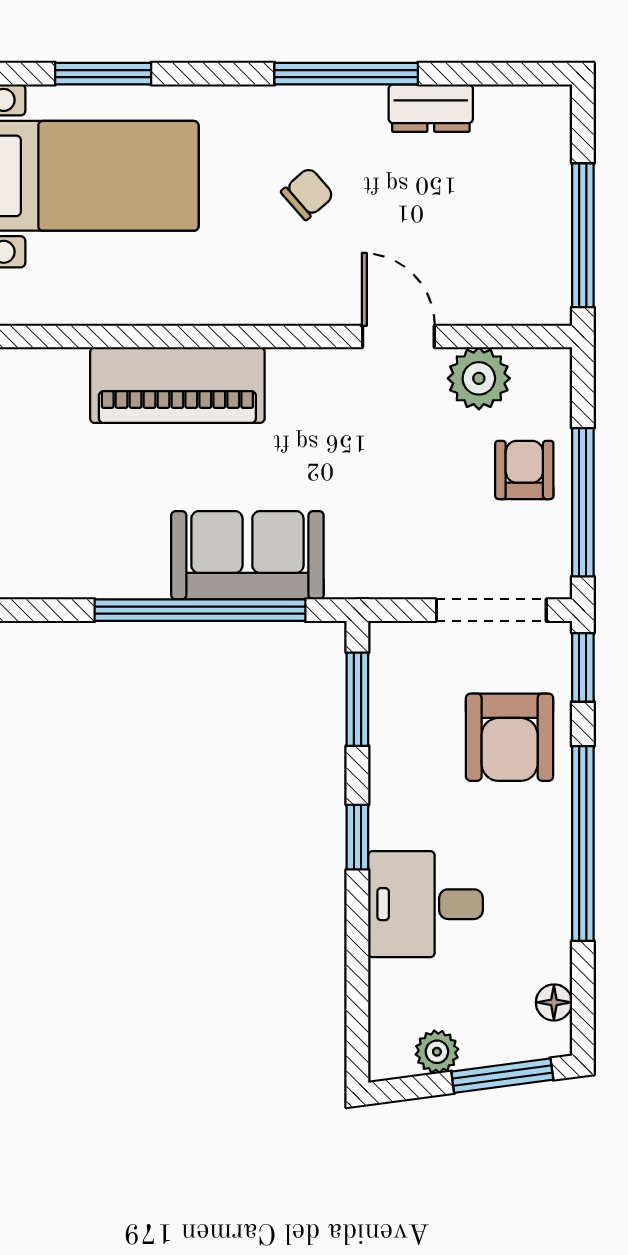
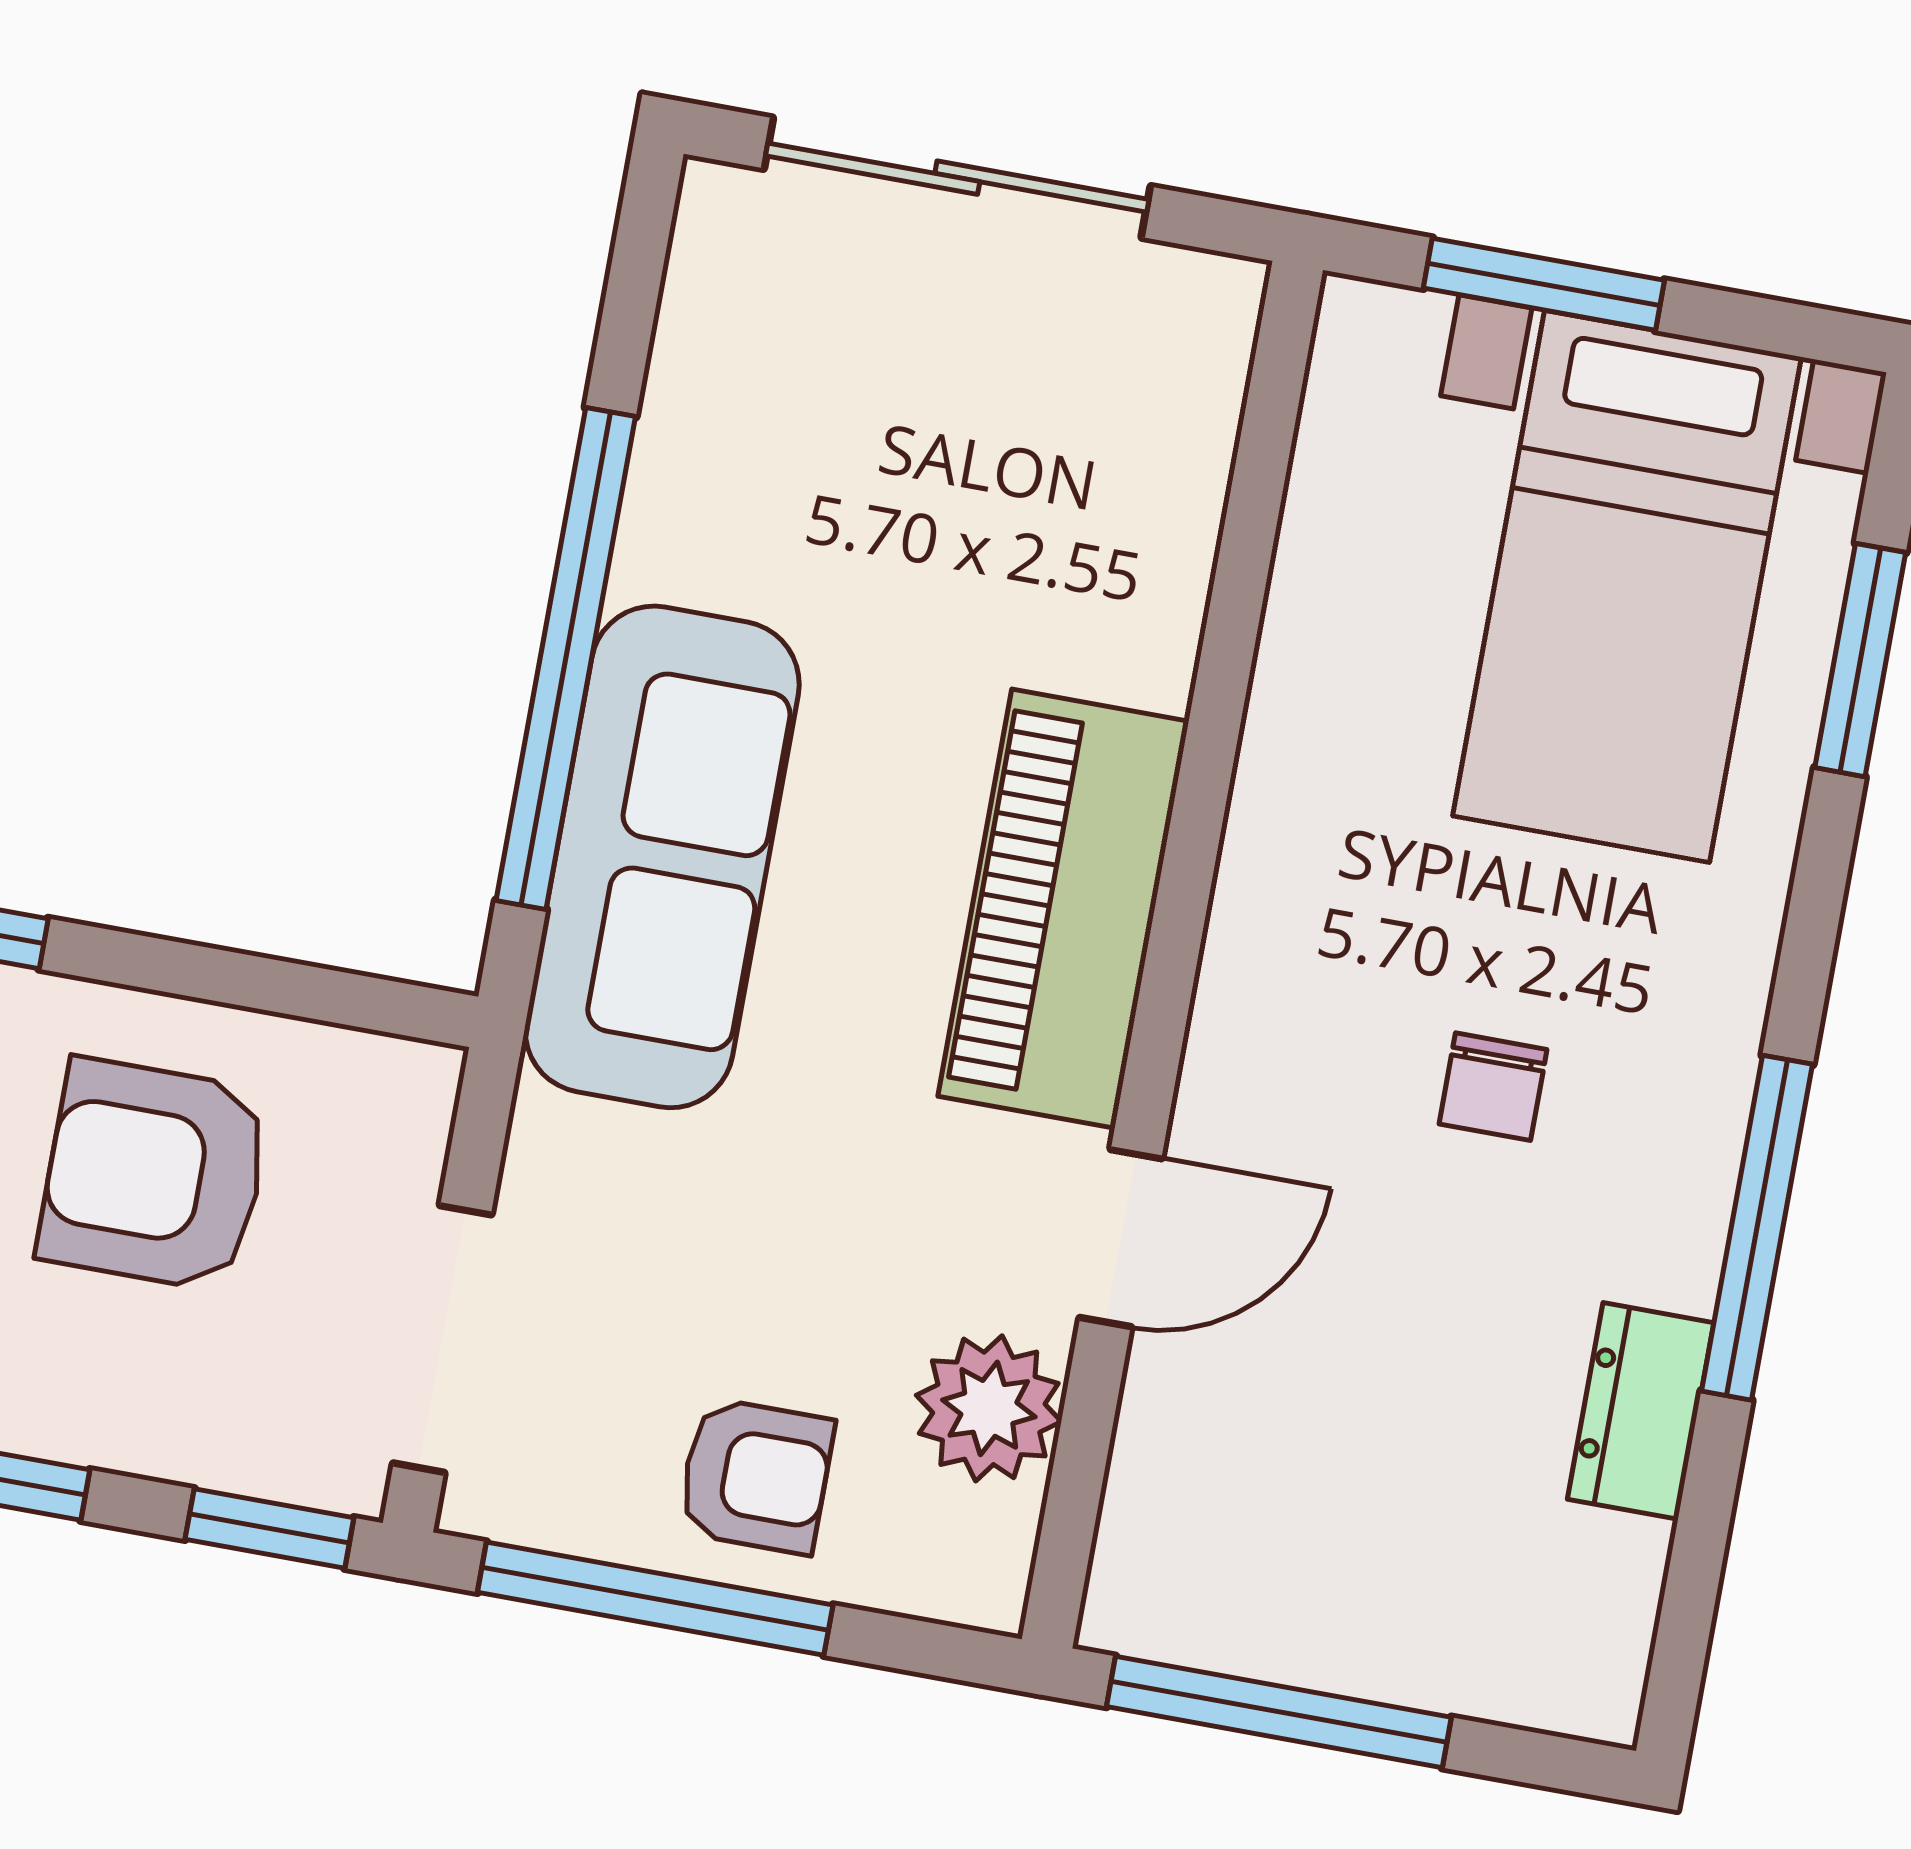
chair: (308, 194) -> (1493, 1087), turned 41
piano: (177, 385) -> (1063, 909), moved
sofa: (247, 555) -> (662, 857), width x1.36
window: (357, 699) -> (291, 989), removed
armchair: (510, 737) -> (154, 1175), moved

